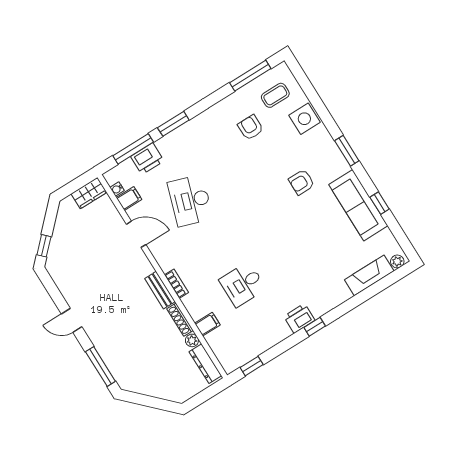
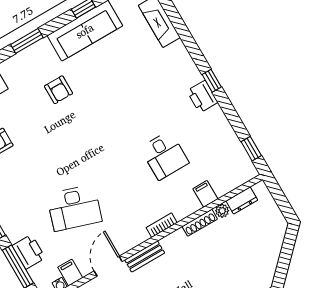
bench: (160, 290) -> (145, 256), moved
dresser: (205, 364) -> (242, 200), width x0.70

